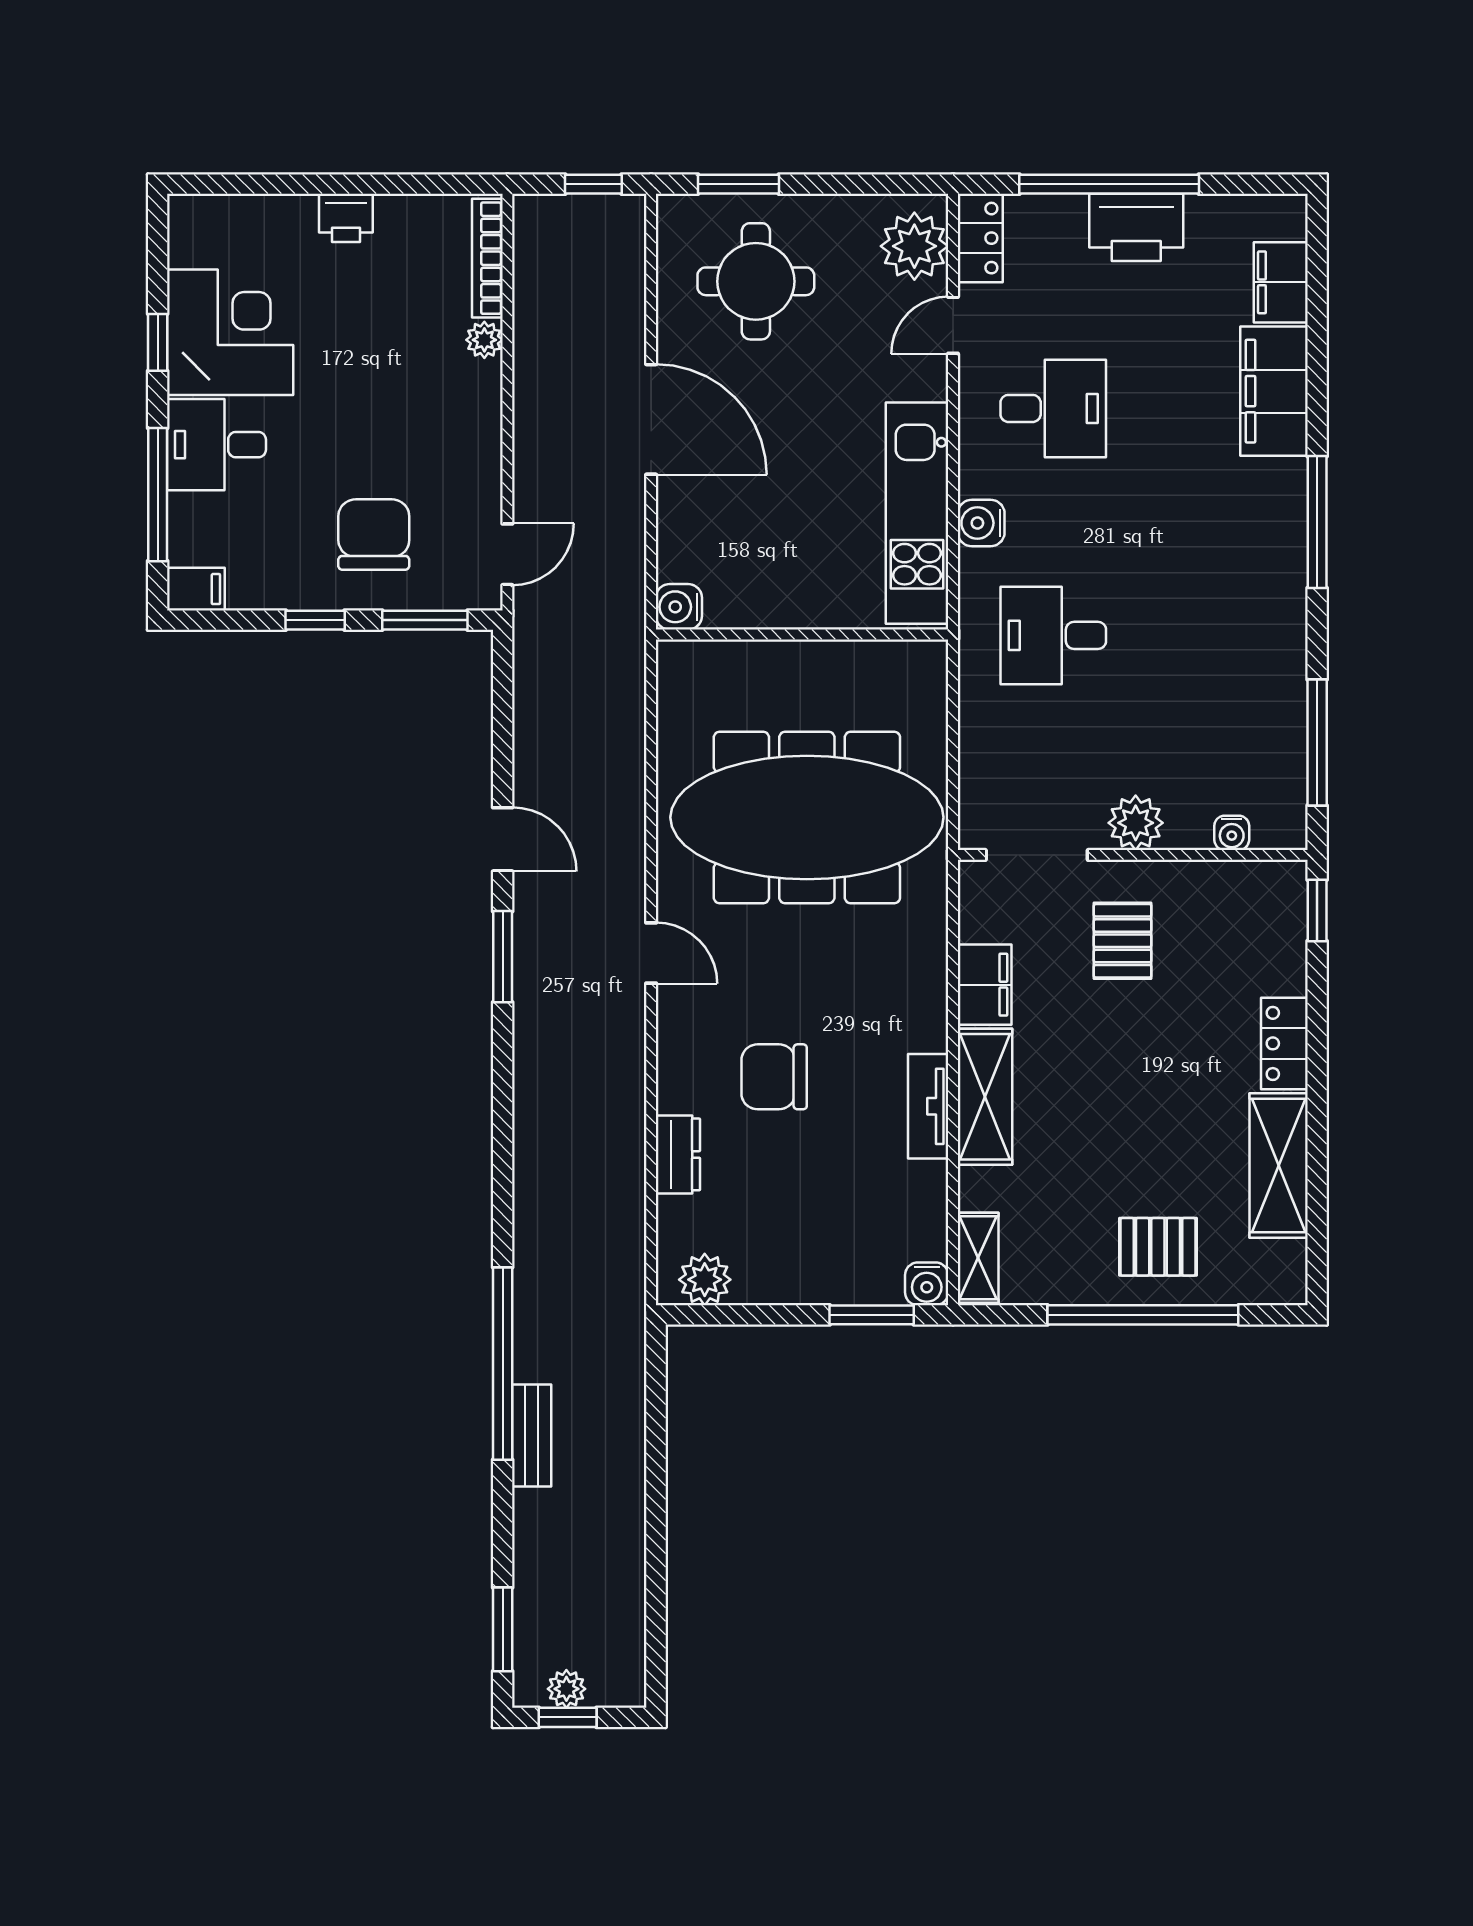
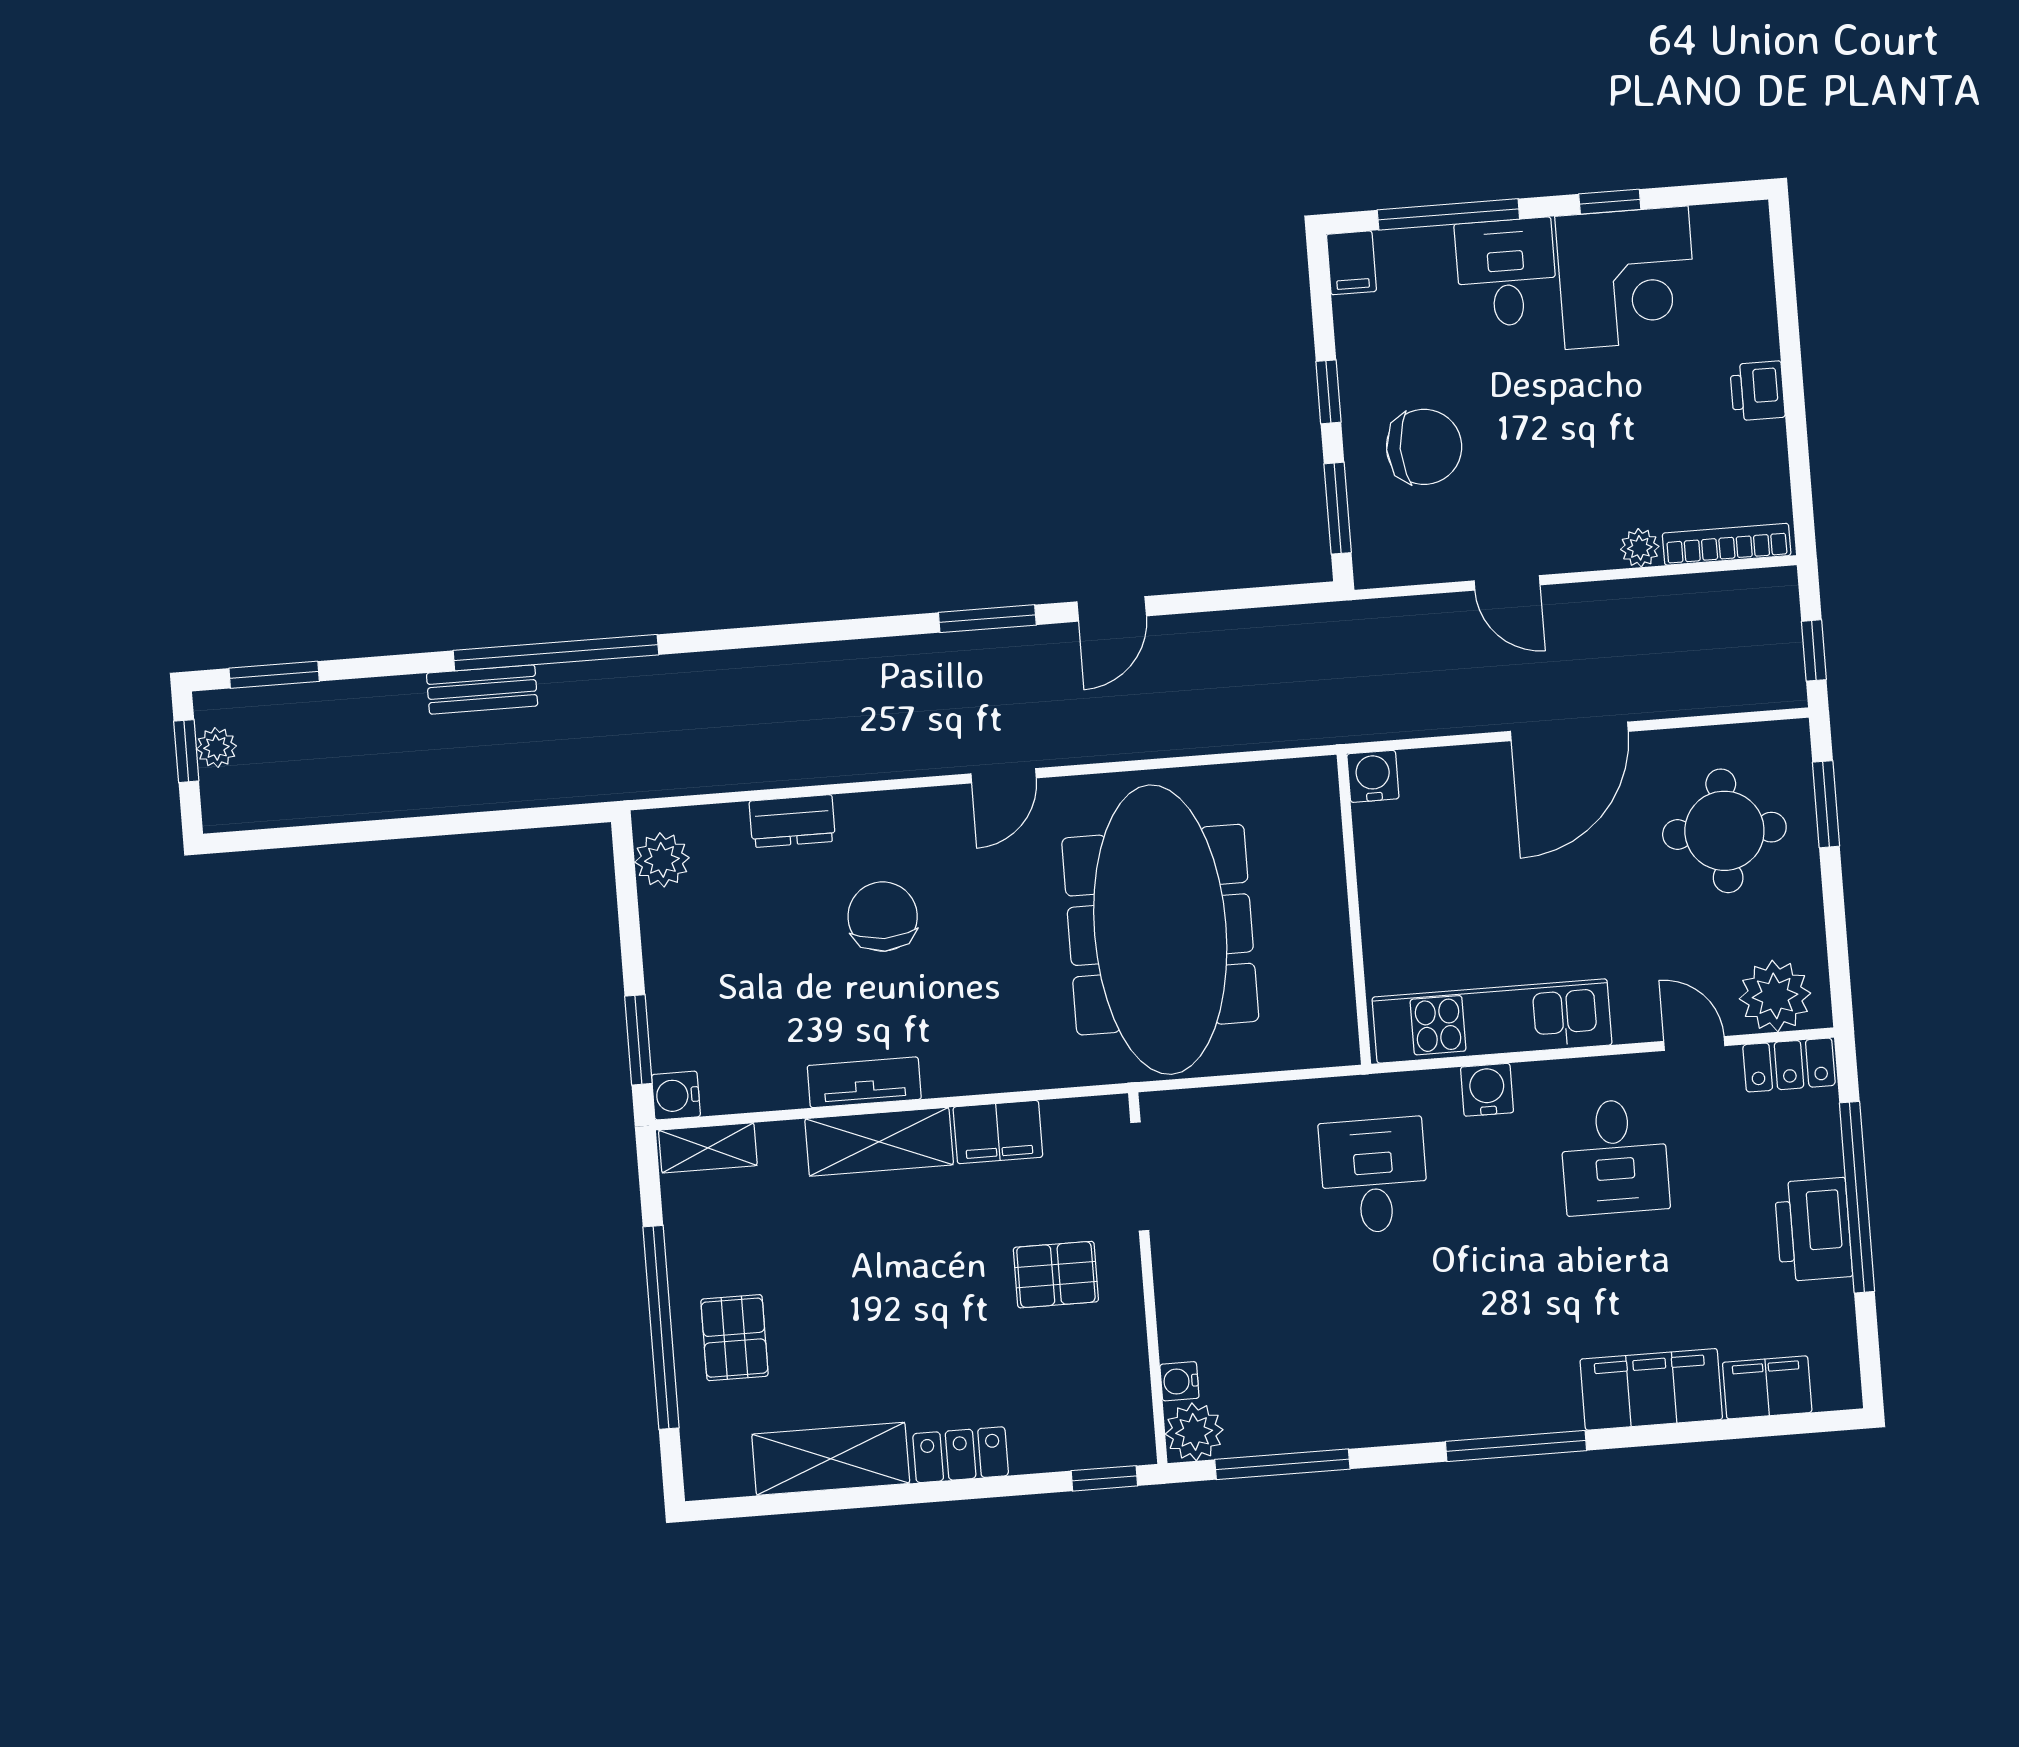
door: (507, 554) -> (1507, 583), moved
plant: (1136, 823) -> (1194, 1432), moved

